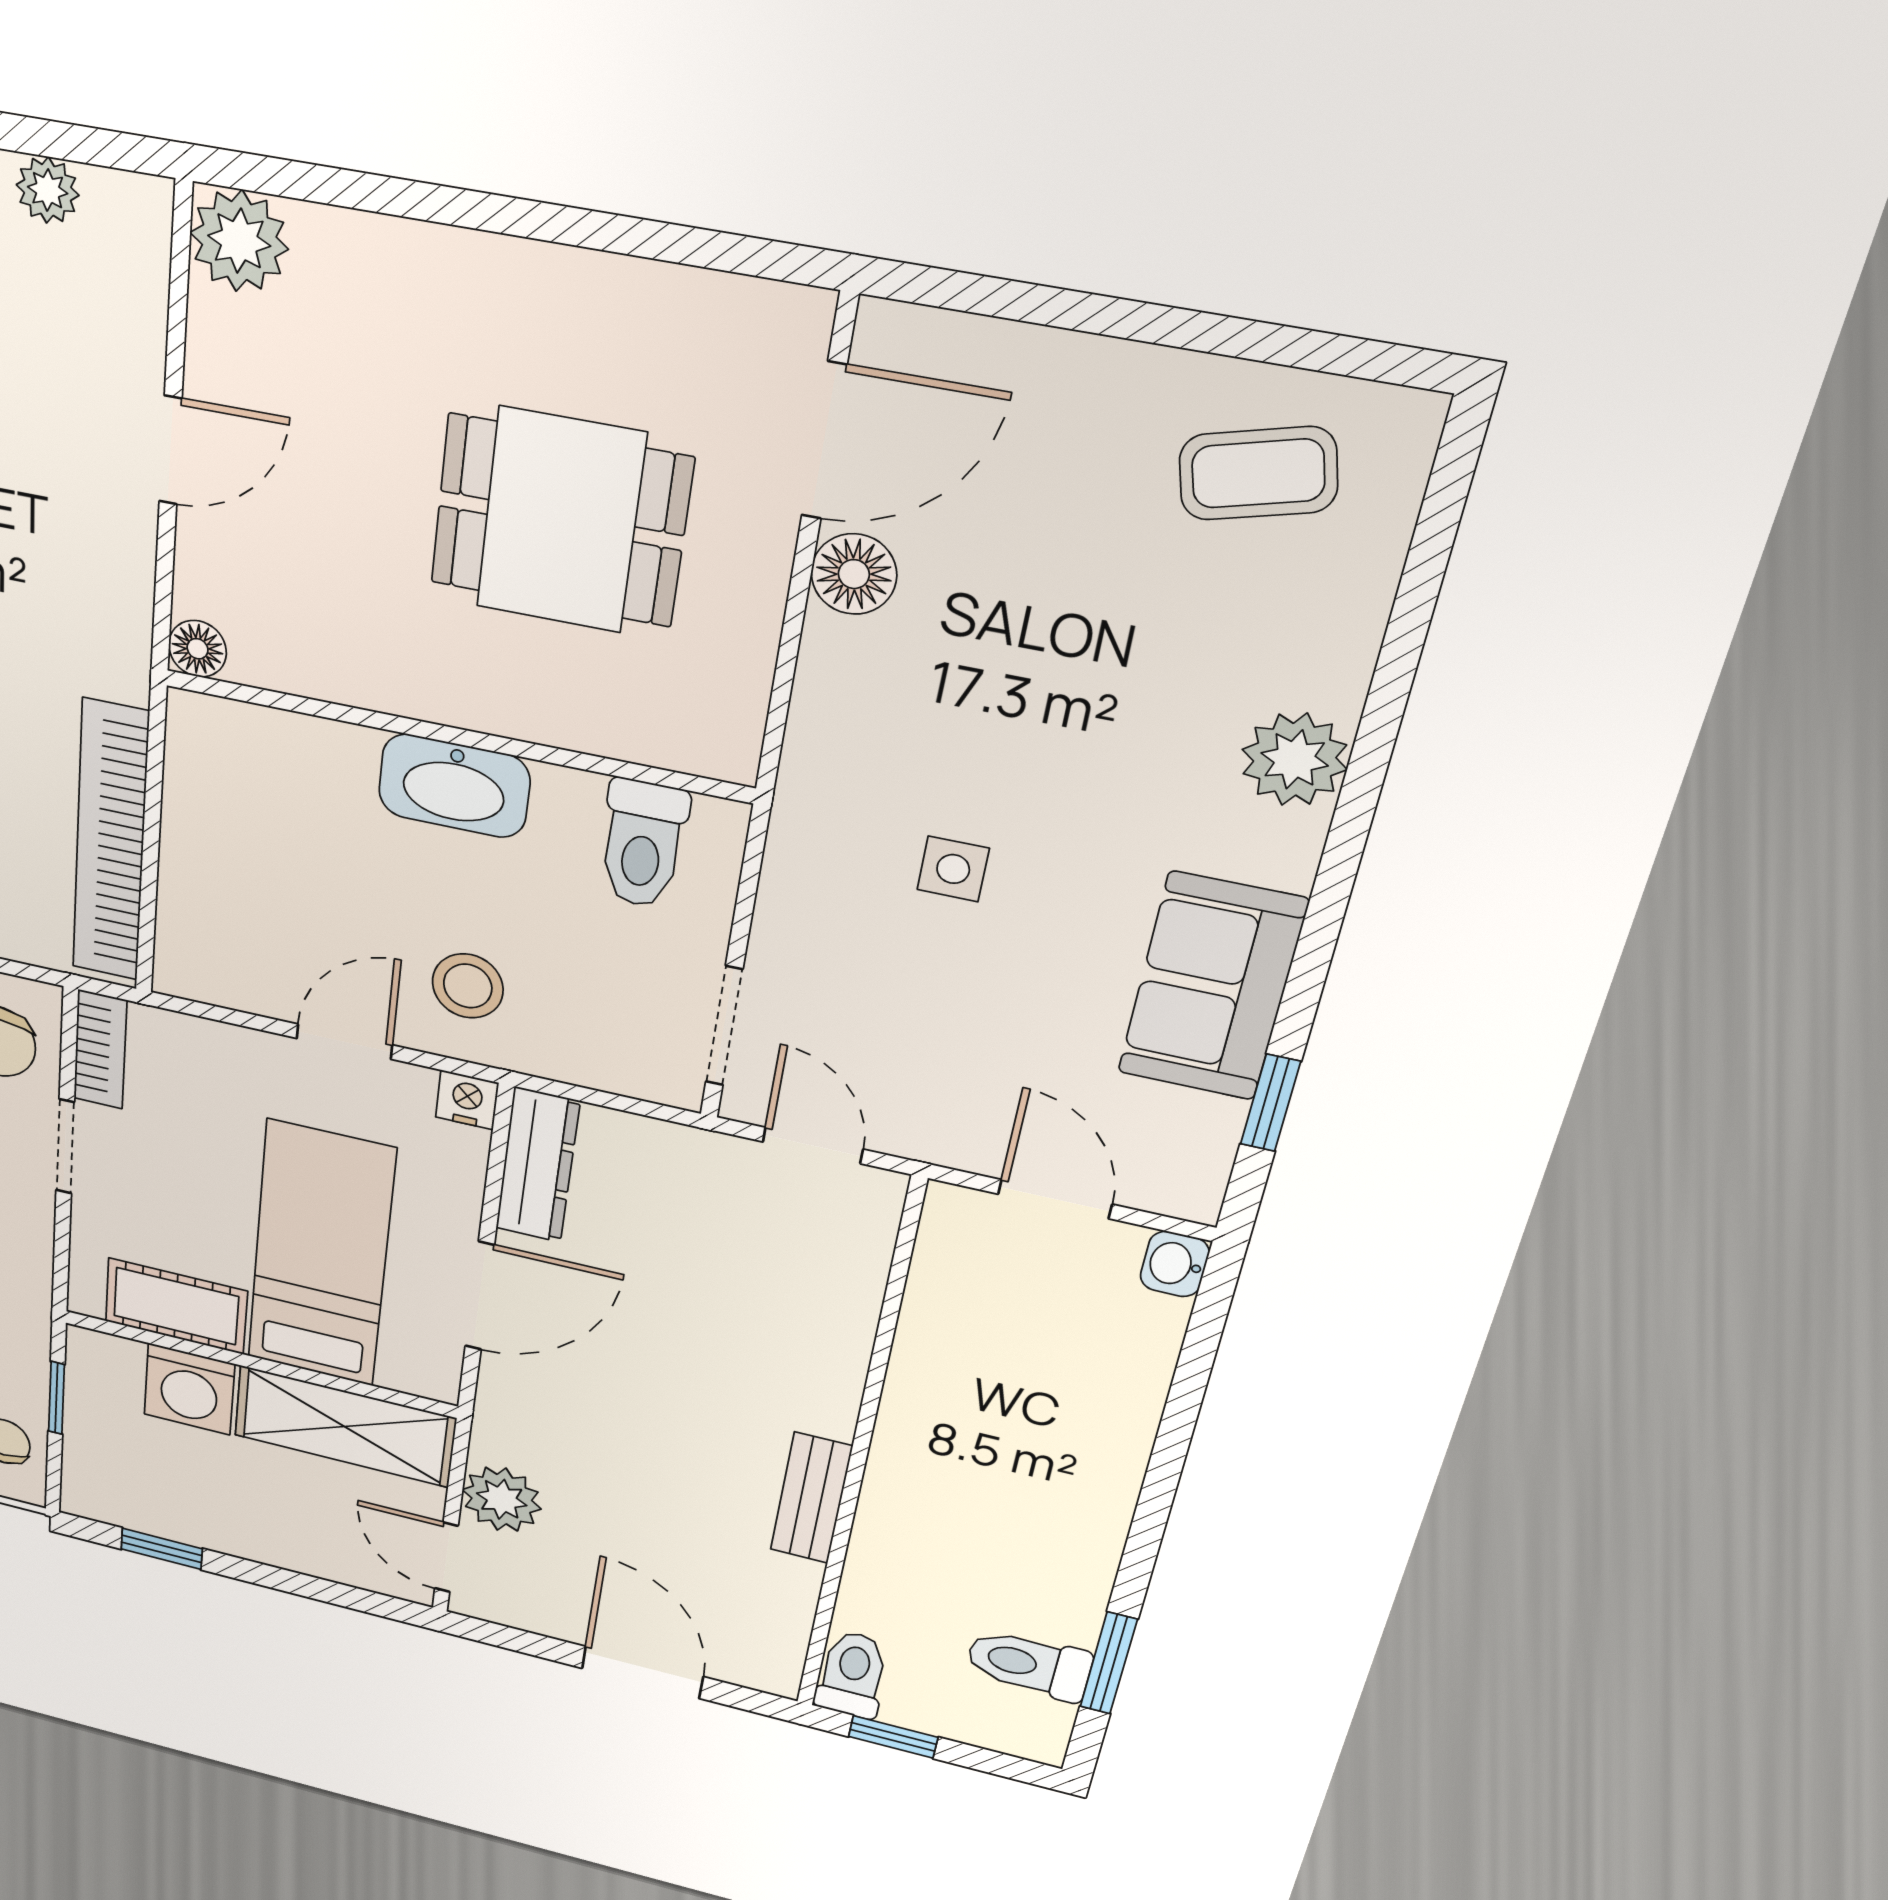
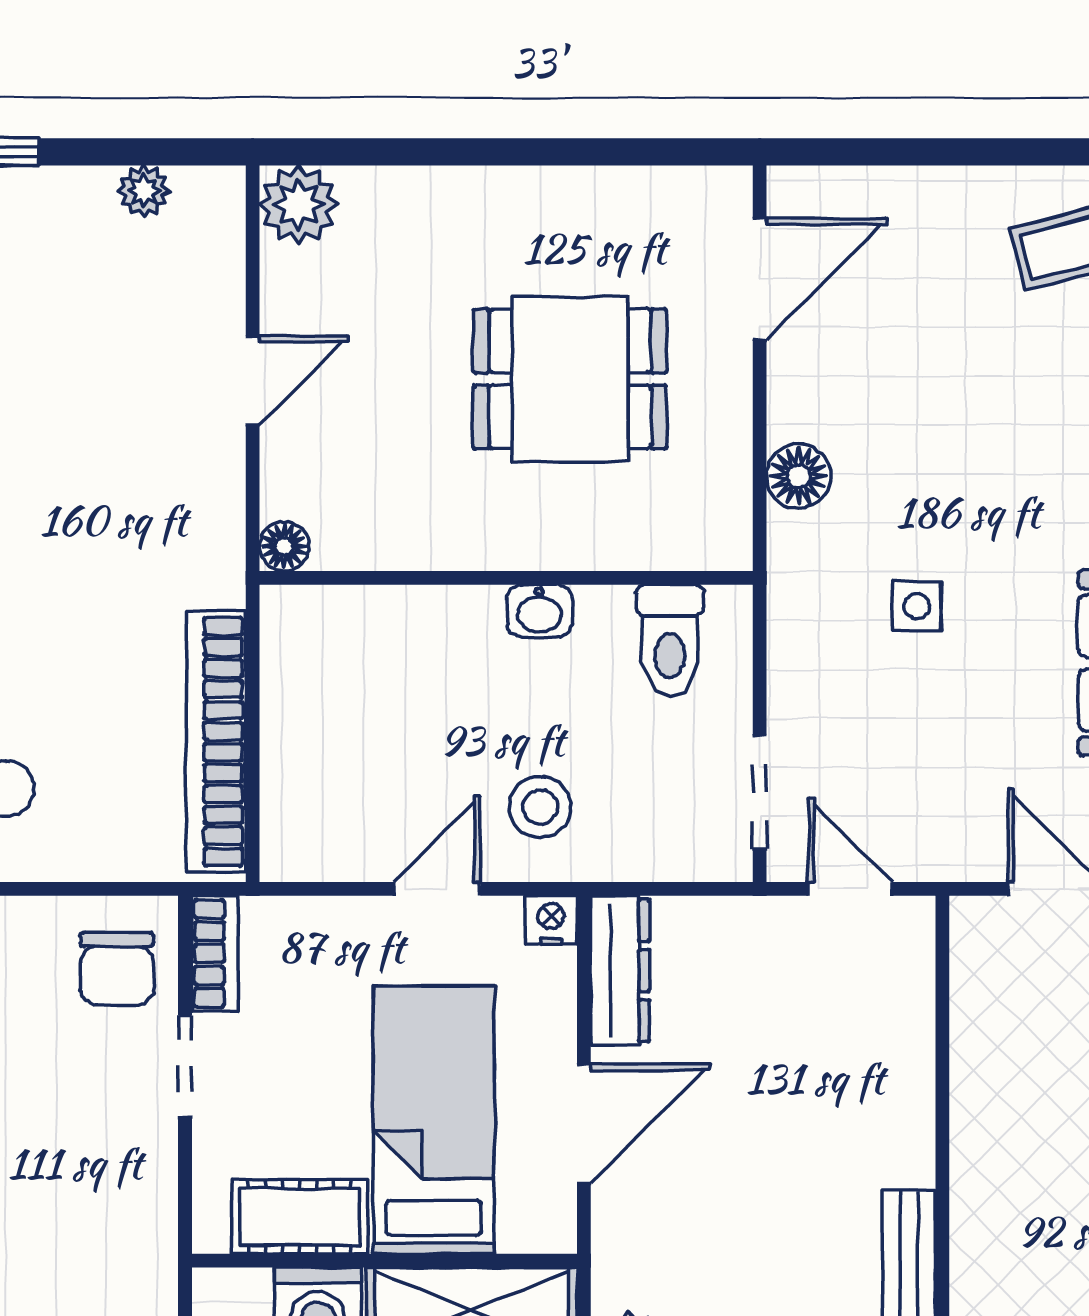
floor lamp: (854, 574) -> (799, 476), moved
washbasin: (454, 786) -> (539, 611), width x0.52, depth x0.69

